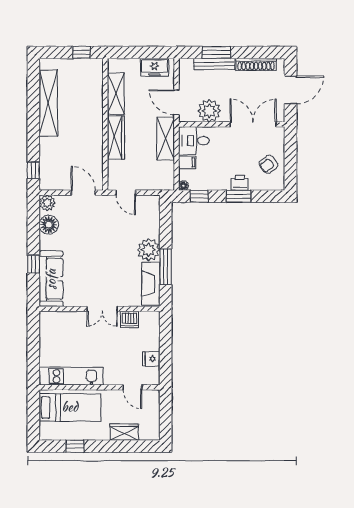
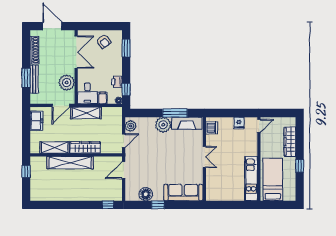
shelving: (48, 103) -> (70, 163), moved
double door: (253, 124) -> (76, 52), swing flipped
printer: (240, 183) -> (117, 82), moved
window: (238, 196) -> (126, 48), moved
plant: (47, 203) -> (131, 126), moved
window: (33, 264) -> (158, 205), moved
dishwasher: (129, 320) -> (212, 128), moved
door: (132, 387) -> (259, 126), moved
wardrobe: (124, 432) -> (290, 142), width x1.50
window: (75, 446) -> (300, 166), moved

